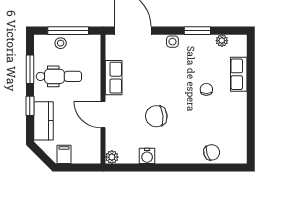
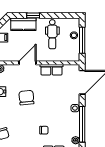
window: (197, 31) -> (82, 124), width x2.11
window: (30, 69) -> (57, 15), removed

